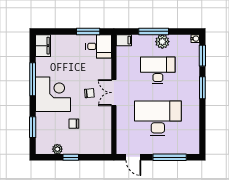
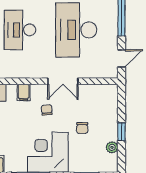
filing cabinet: (104, 73) -> (24, 92), added
double door: (114, 93) -> (63, 81), moved

